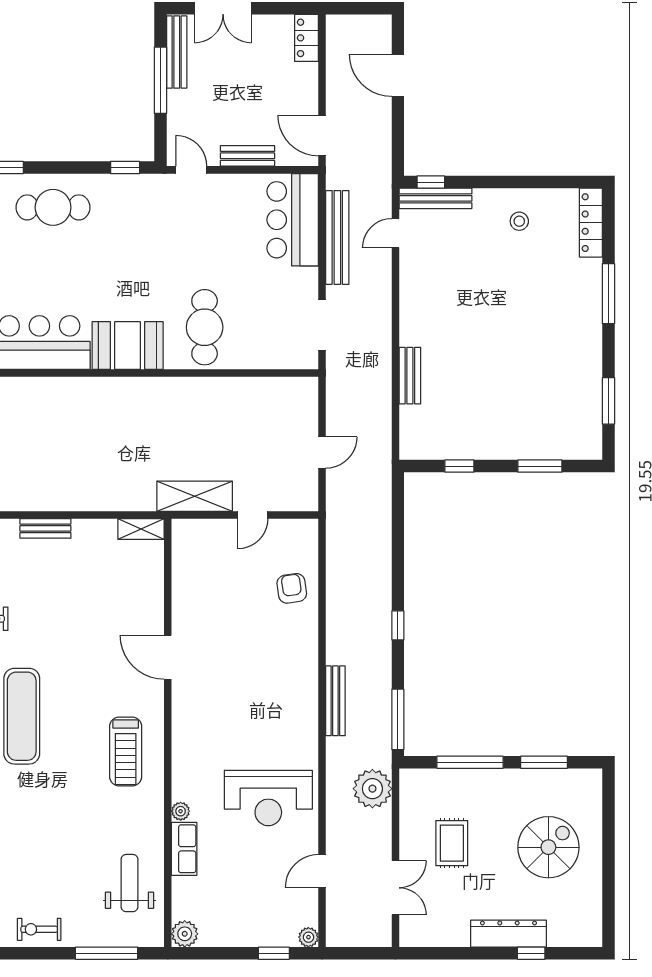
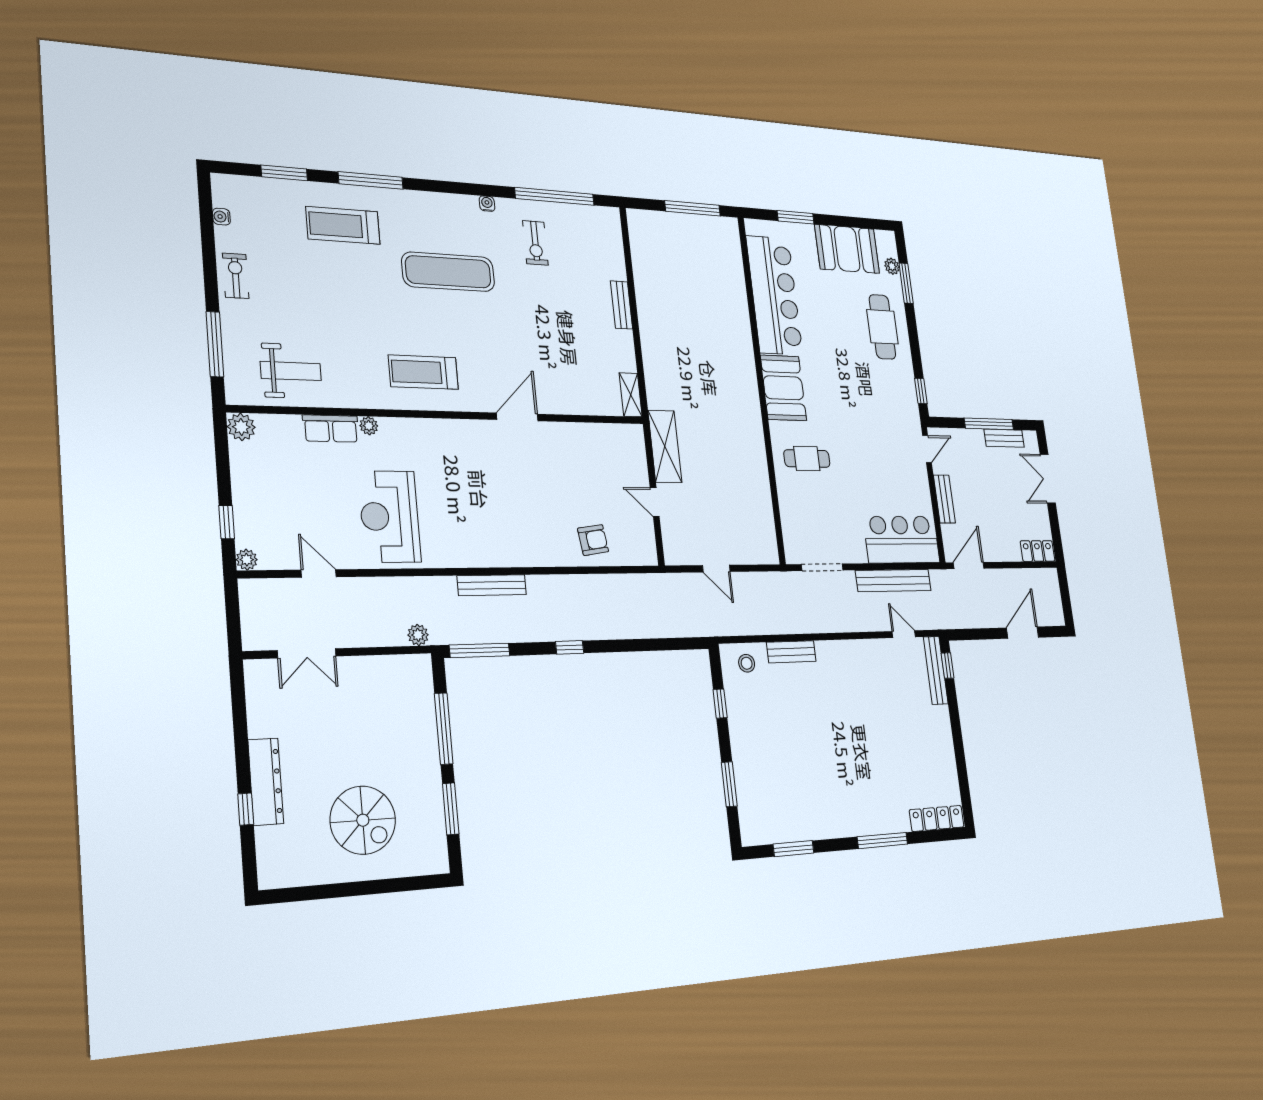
bench: (177, 52) -> (1004, 438), width x0.73
stool: (519, 221) -> (747, 663), moved
cafe table: (205, 327) -> (807, 459), width x0.73, depth x0.74
plant: (372, 789) -> (418, 635), width x0.53, depth x0.53
rug: (452, 843) -> (359, 713), removed

